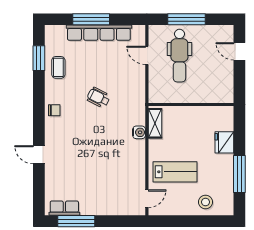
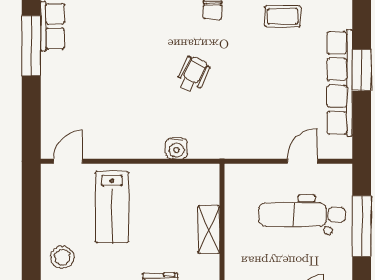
window: (91, 19) -> (362, 70), width x0.69
wheelchair: (98, 98) -> (193, 74), moved
shelving: (155, 123) -> (209, 230), moved, turned 90
door: (147, 199) -> (68, 161), swing flipped

